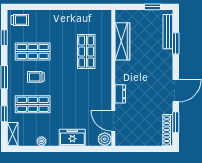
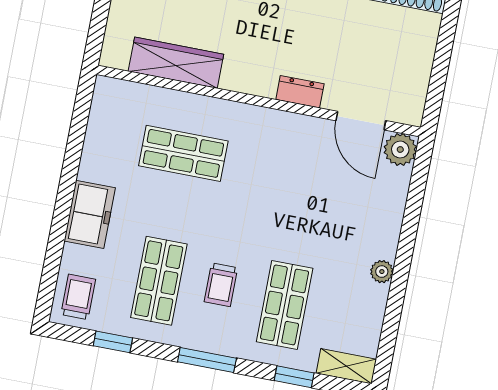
door: (113, 121) -> (361, 121), hinge flipped
freezer: (72, 138) -> (90, 214), moved, turned 180
plant: (42, 141) -> (382, 272), moved

